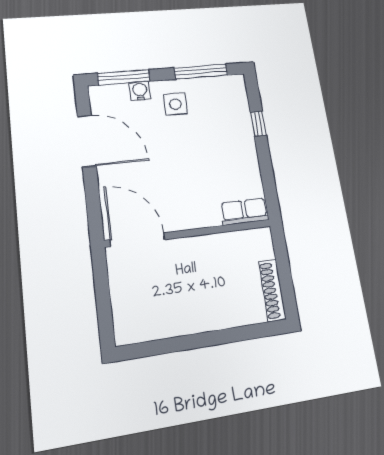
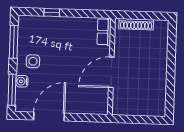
door: (137, 240) -> (111, 72), moved
shoe rack: (272, 290) -> (136, 24), moved

